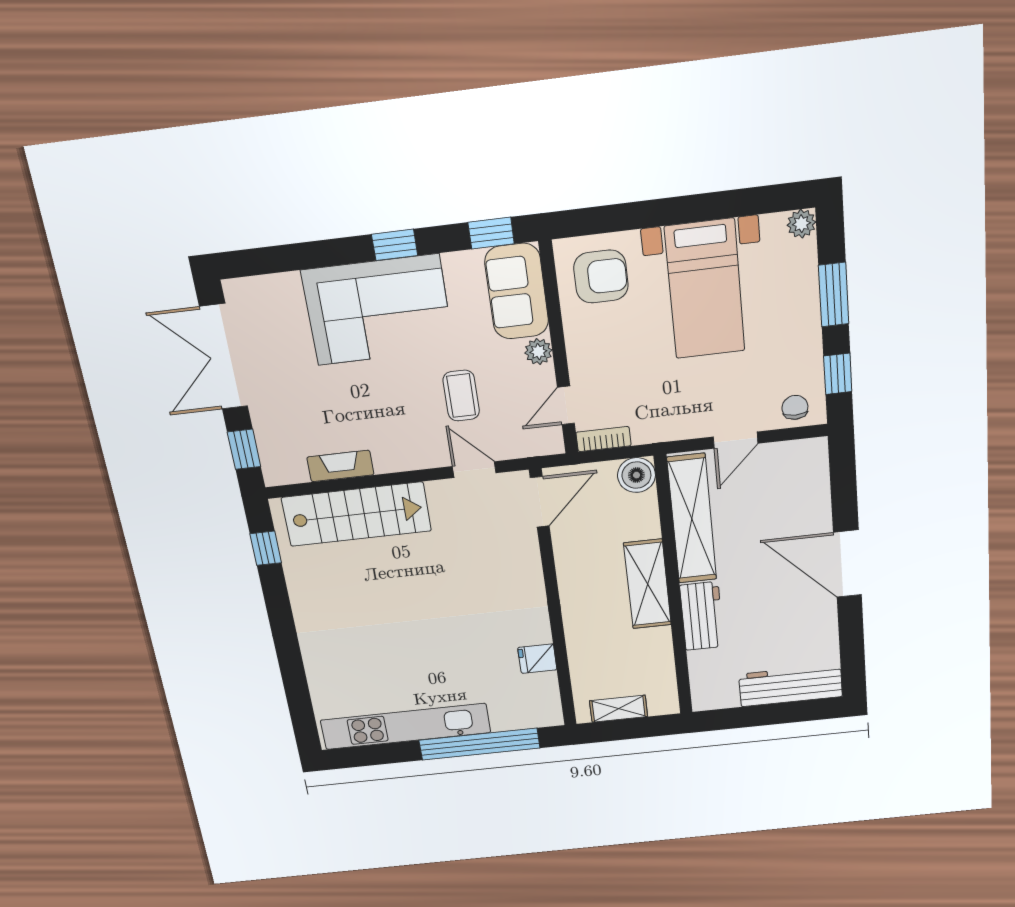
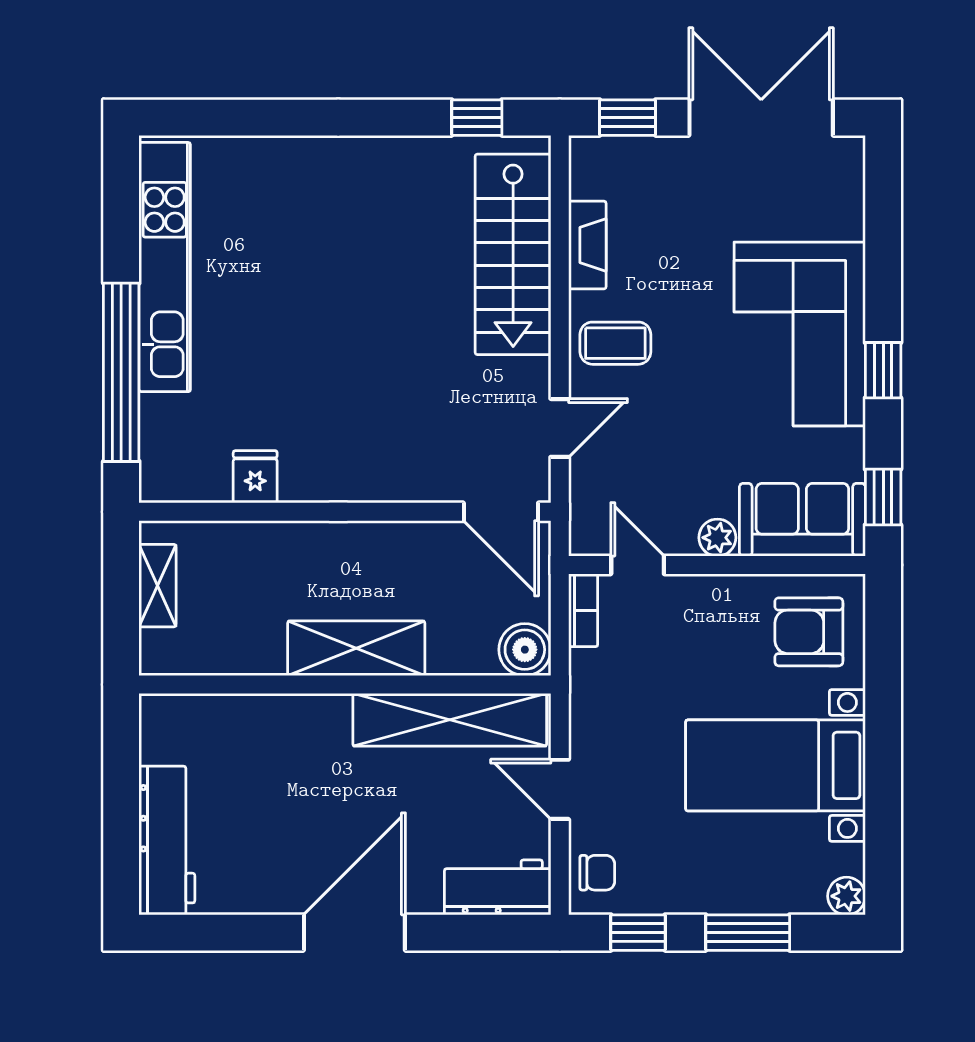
armchair: (601, 277) -> (809, 632), turned 90
coffee table: (461, 396) -> (615, 343), moved
workbench: (702, 616) -> (498, 887), moved, turned 180

